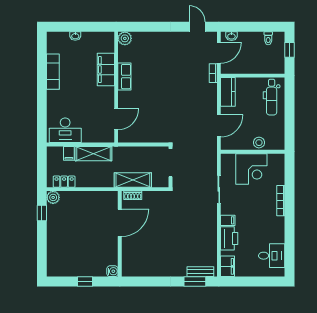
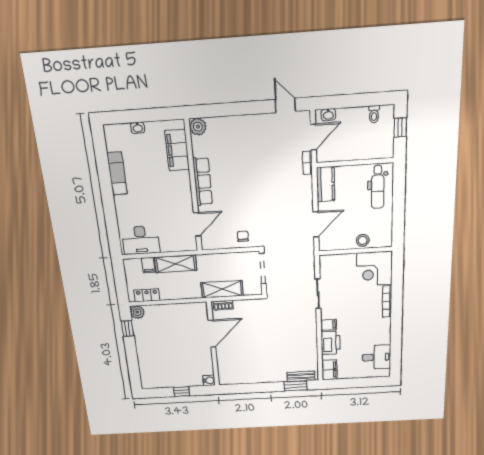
filing cabinet: (106, 69) -> (177, 150), moved
row of seats: (124, 77) -> (203, 182), width x1.48
chair: (155, 132) -> (243, 236), added
corner desk: (251, 169) -> (374, 269), moved, turned 90

